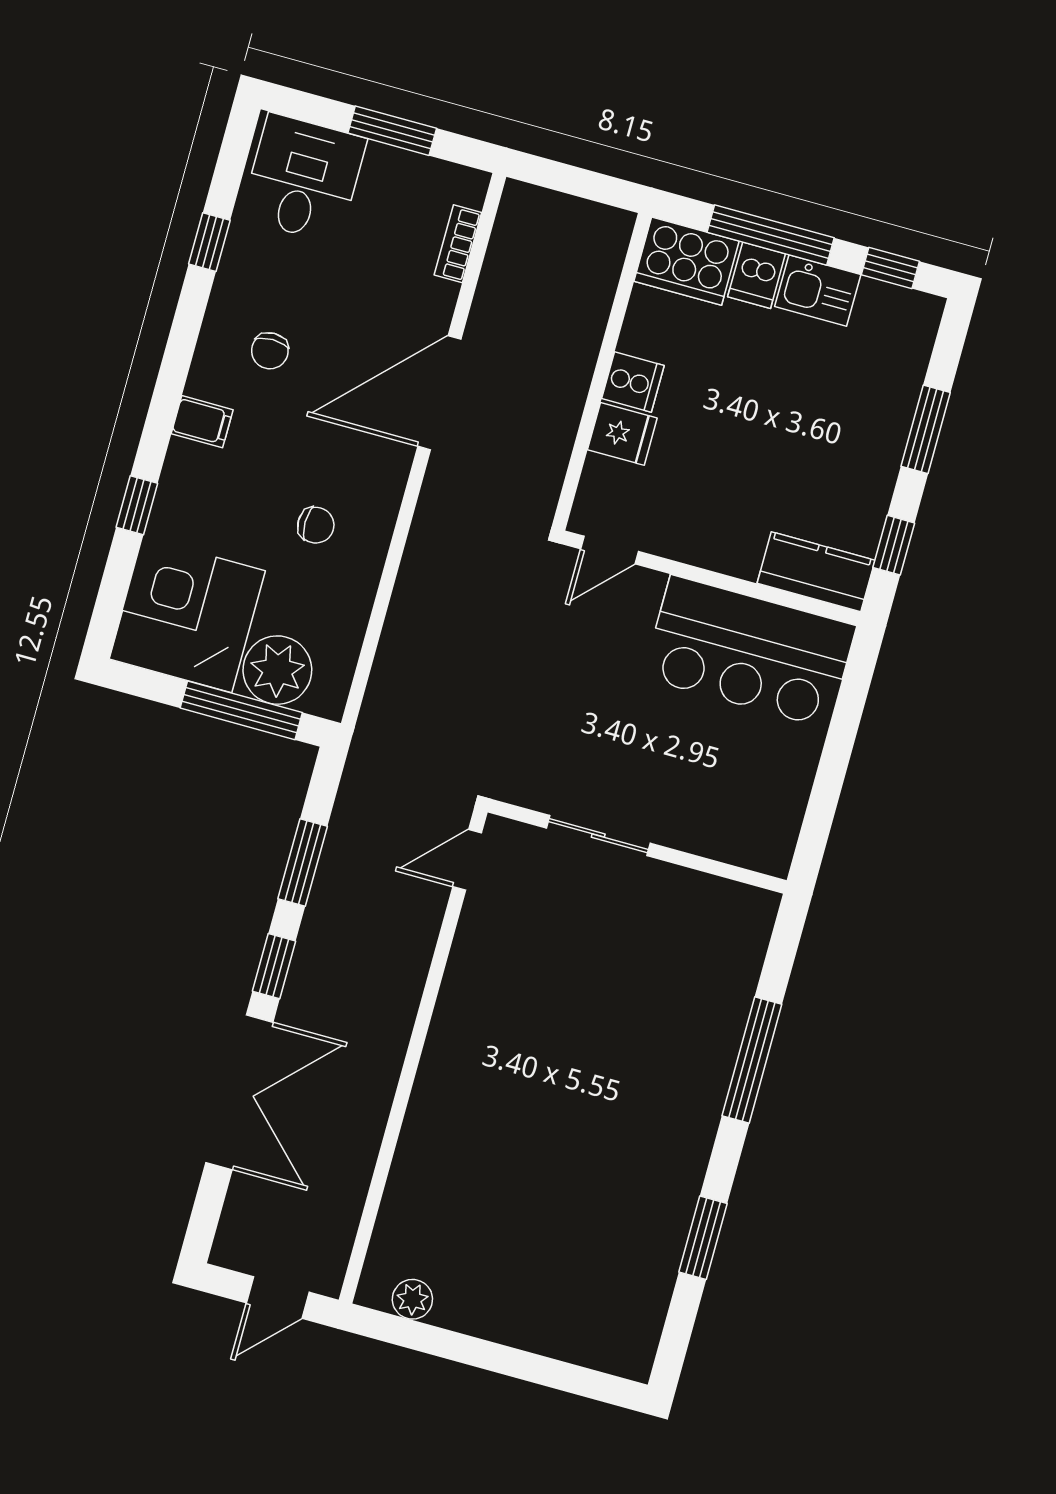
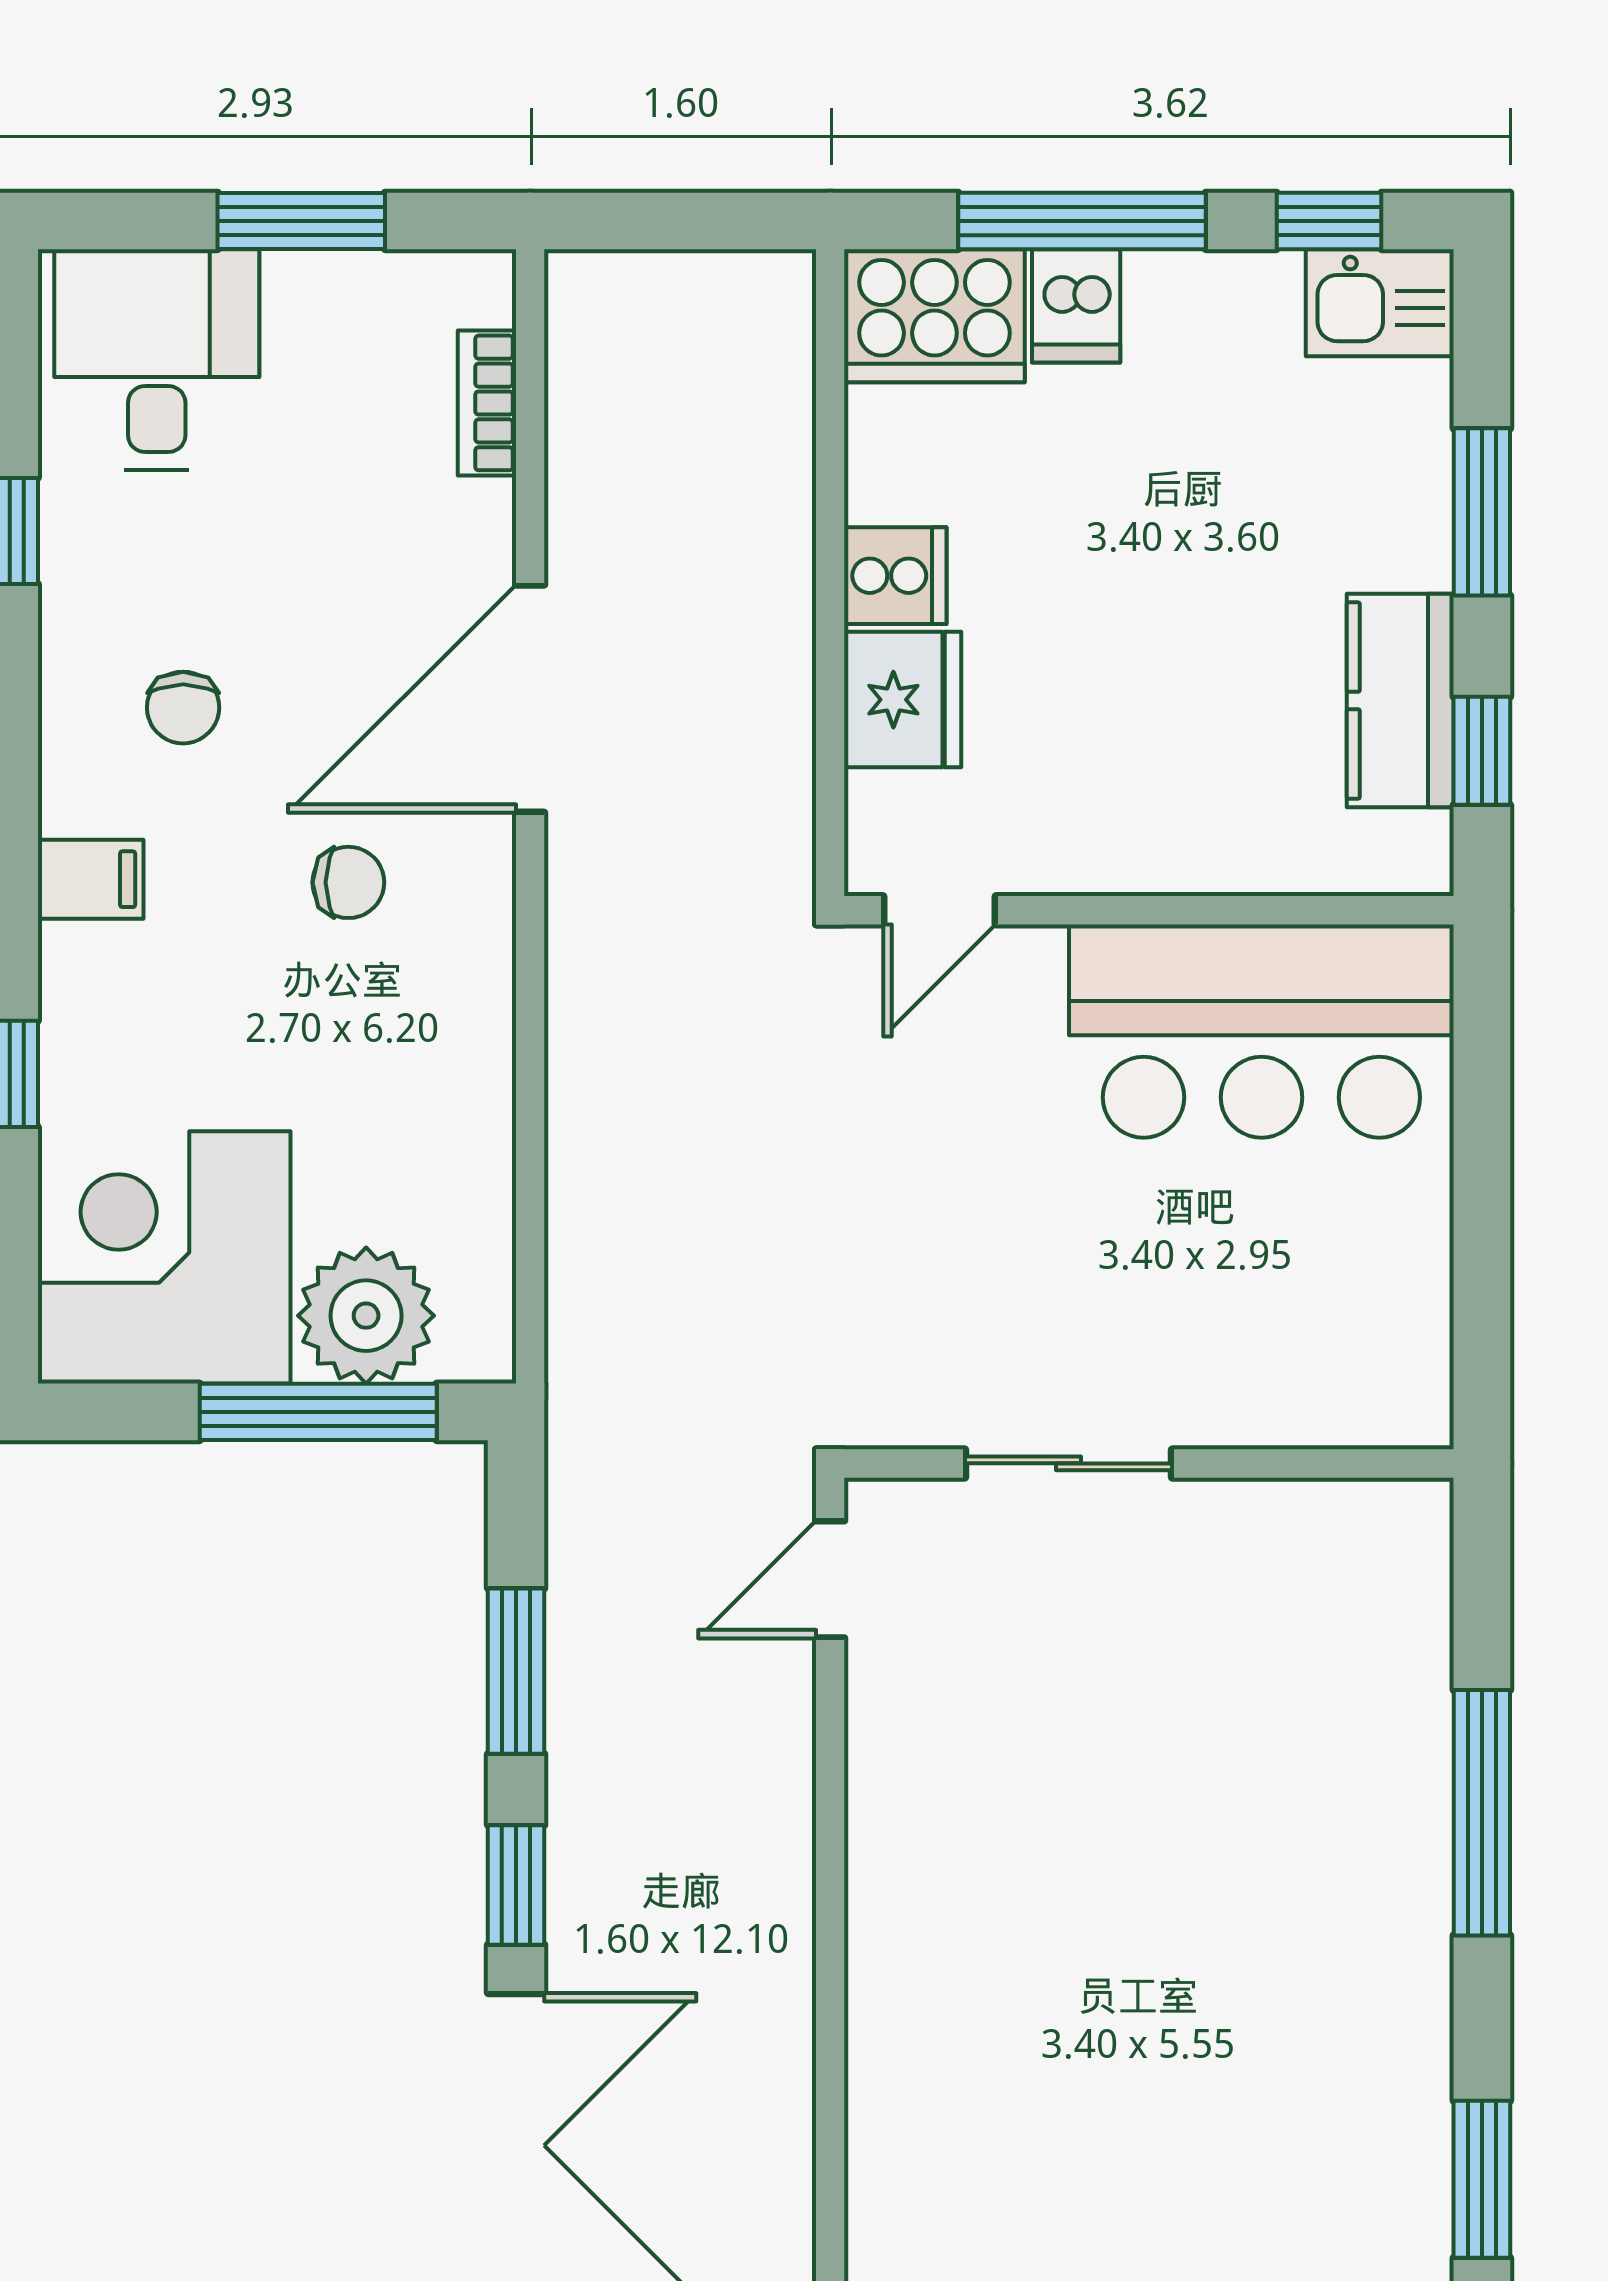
kitchen sink: (818, 291) -> (1380, 303), moved
fridge: (622, 434) -> (903, 700), width x1.38
chair: (316, 525) -> (348, 882), moved
kitchen counter: (816, 572) -> (1400, 701), moved, turned -90

